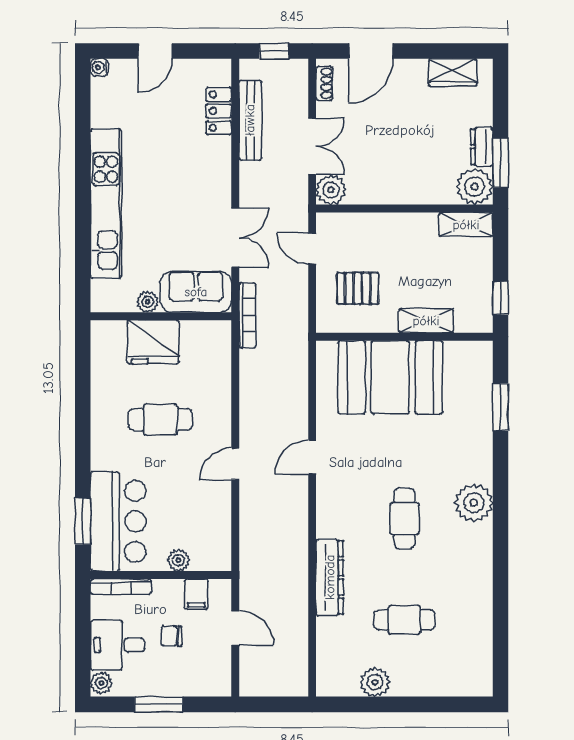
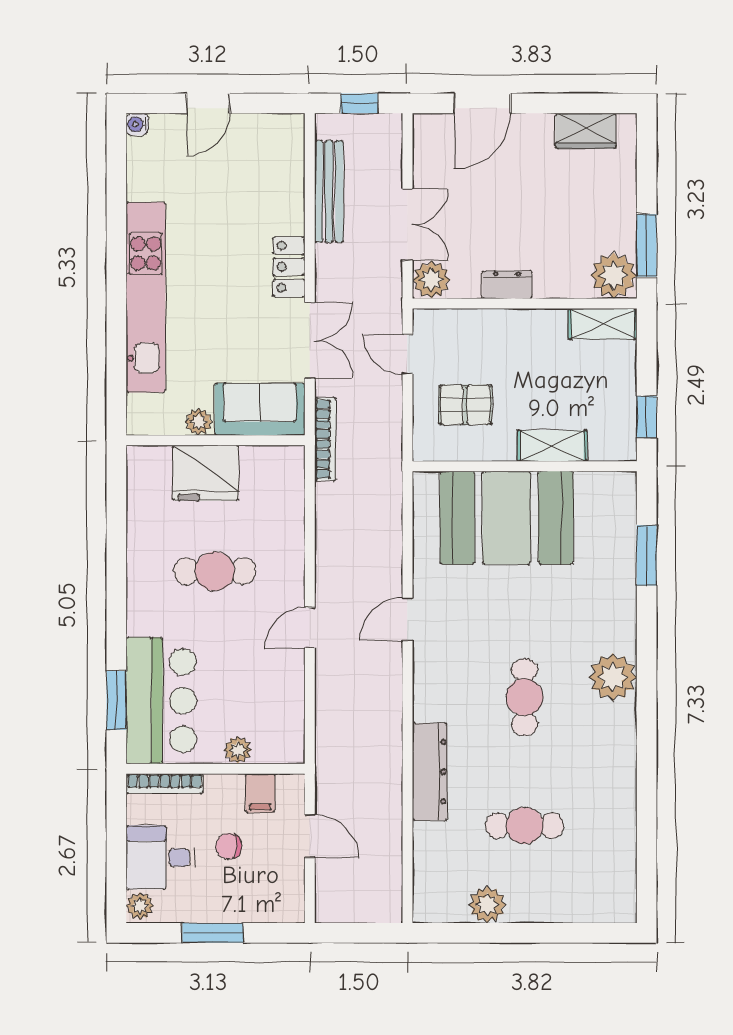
shoe rack: (324, 83) -> (423, 145), removed
locker: (219, 111) -> (289, 267), moved
dresser: (482, 147) -> (507, 285), moved, turned 90

